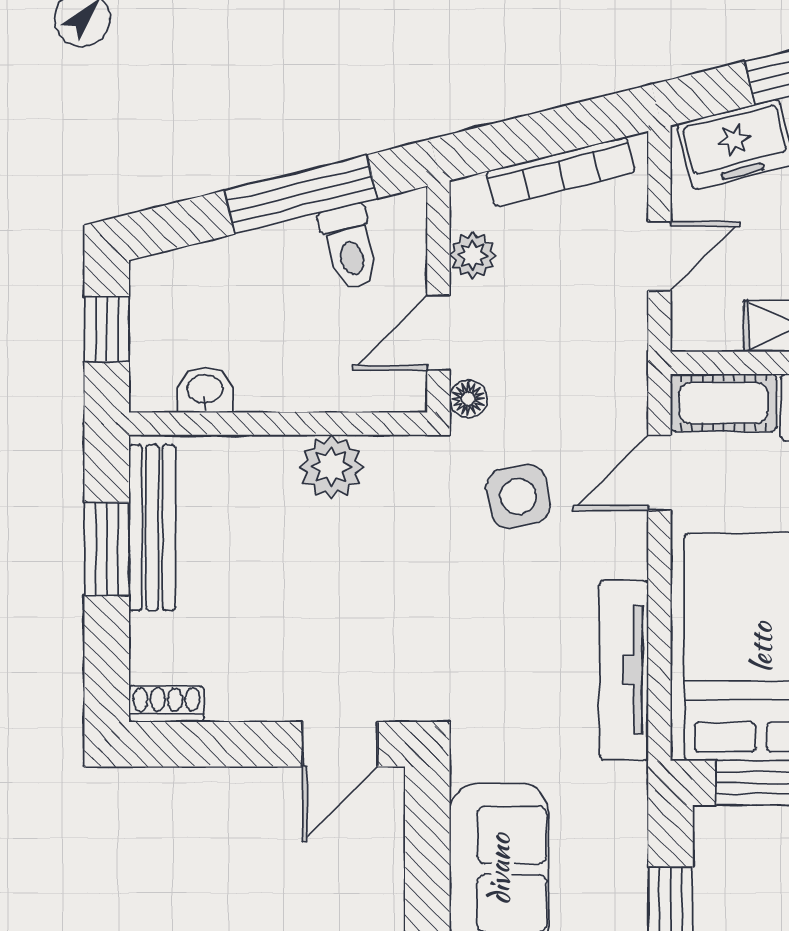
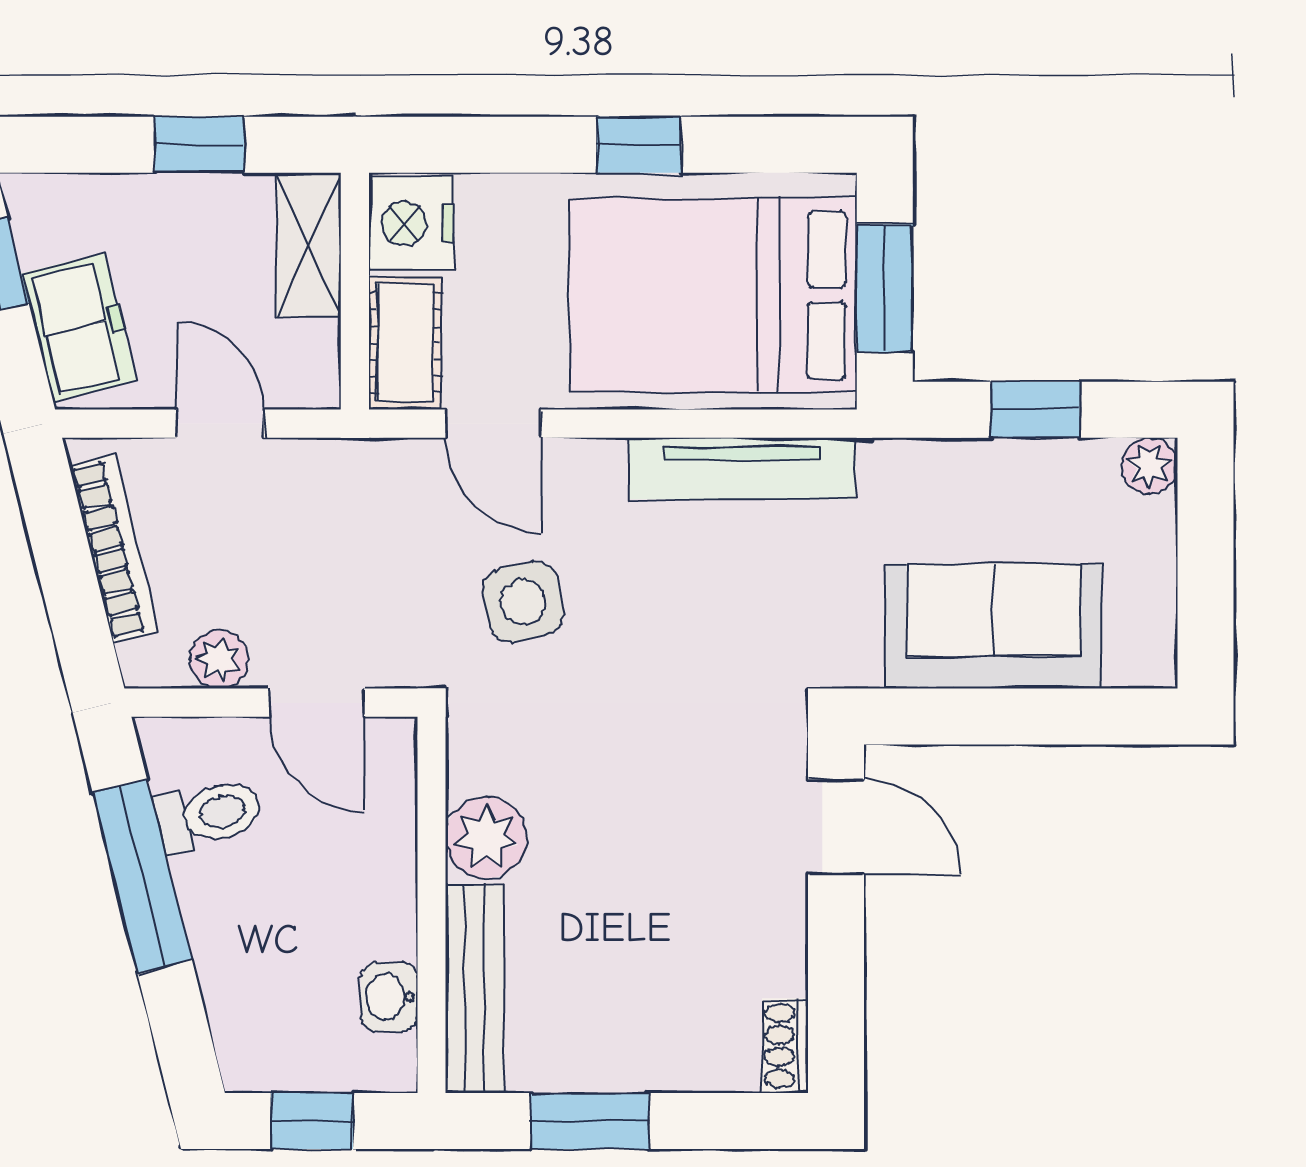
floor lamp: (468, 399) -> (400, 665), removed
bench: (152, 528) -> (475, 988), moved, turned 90

